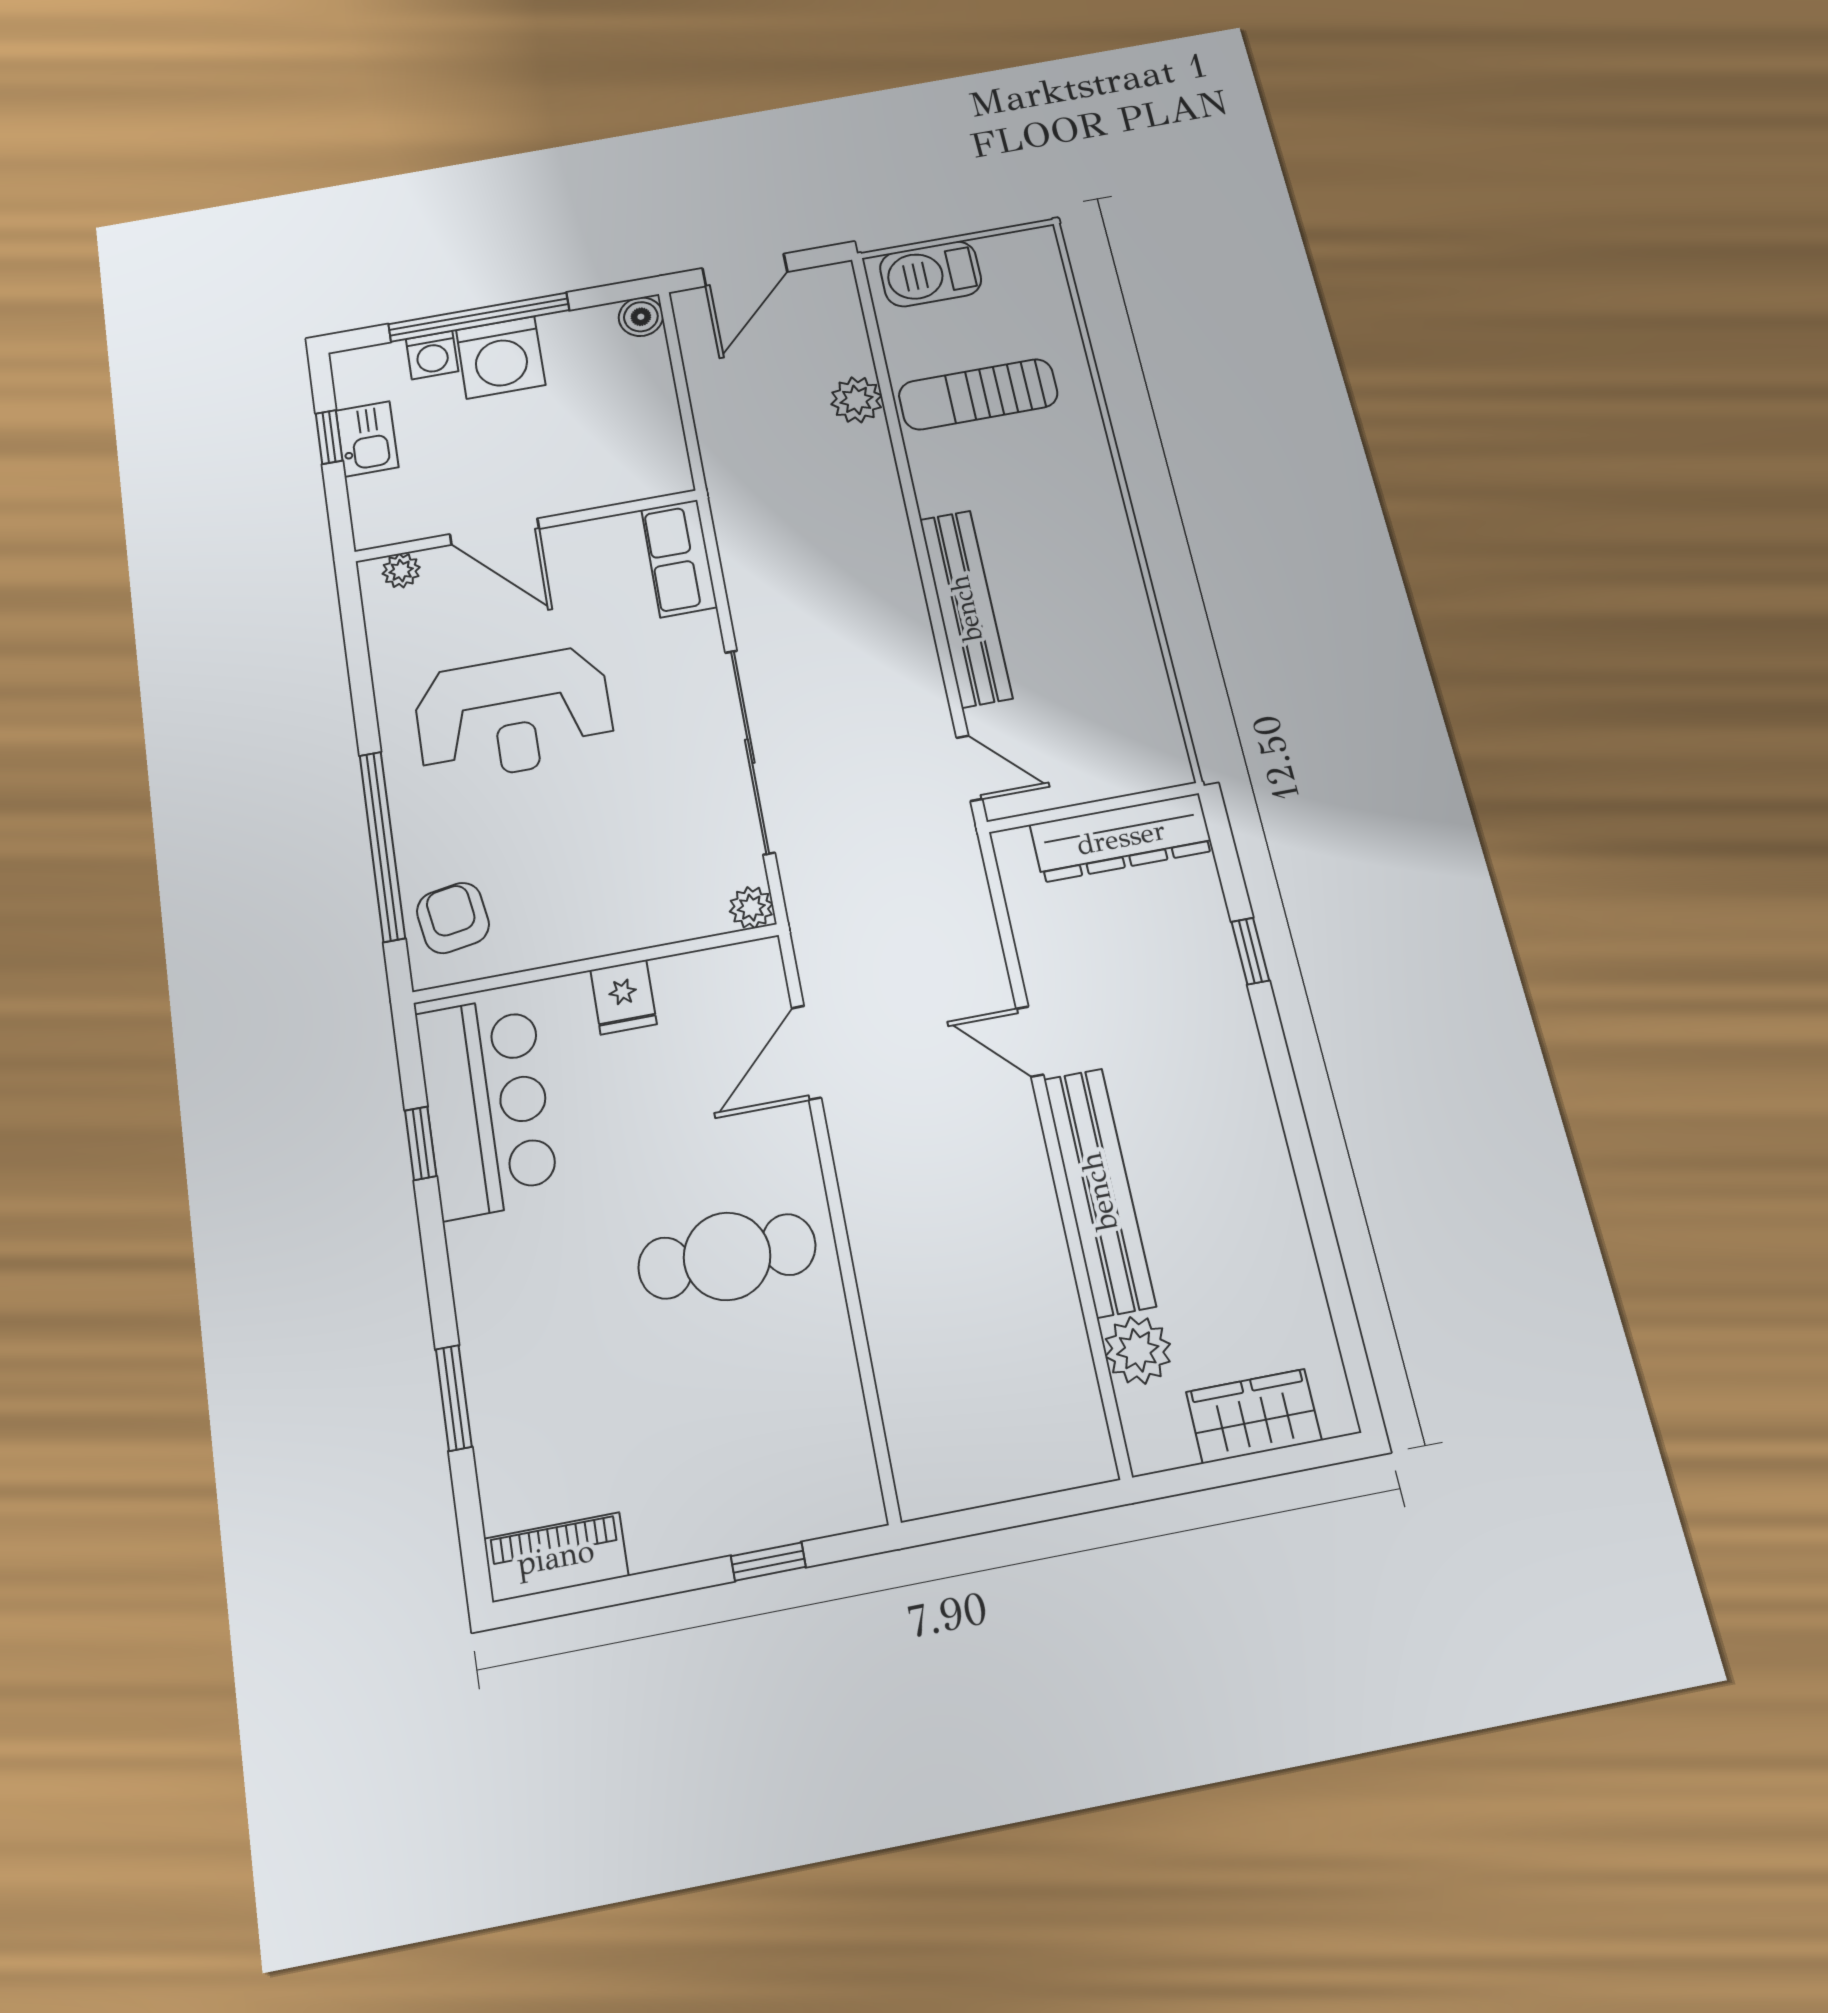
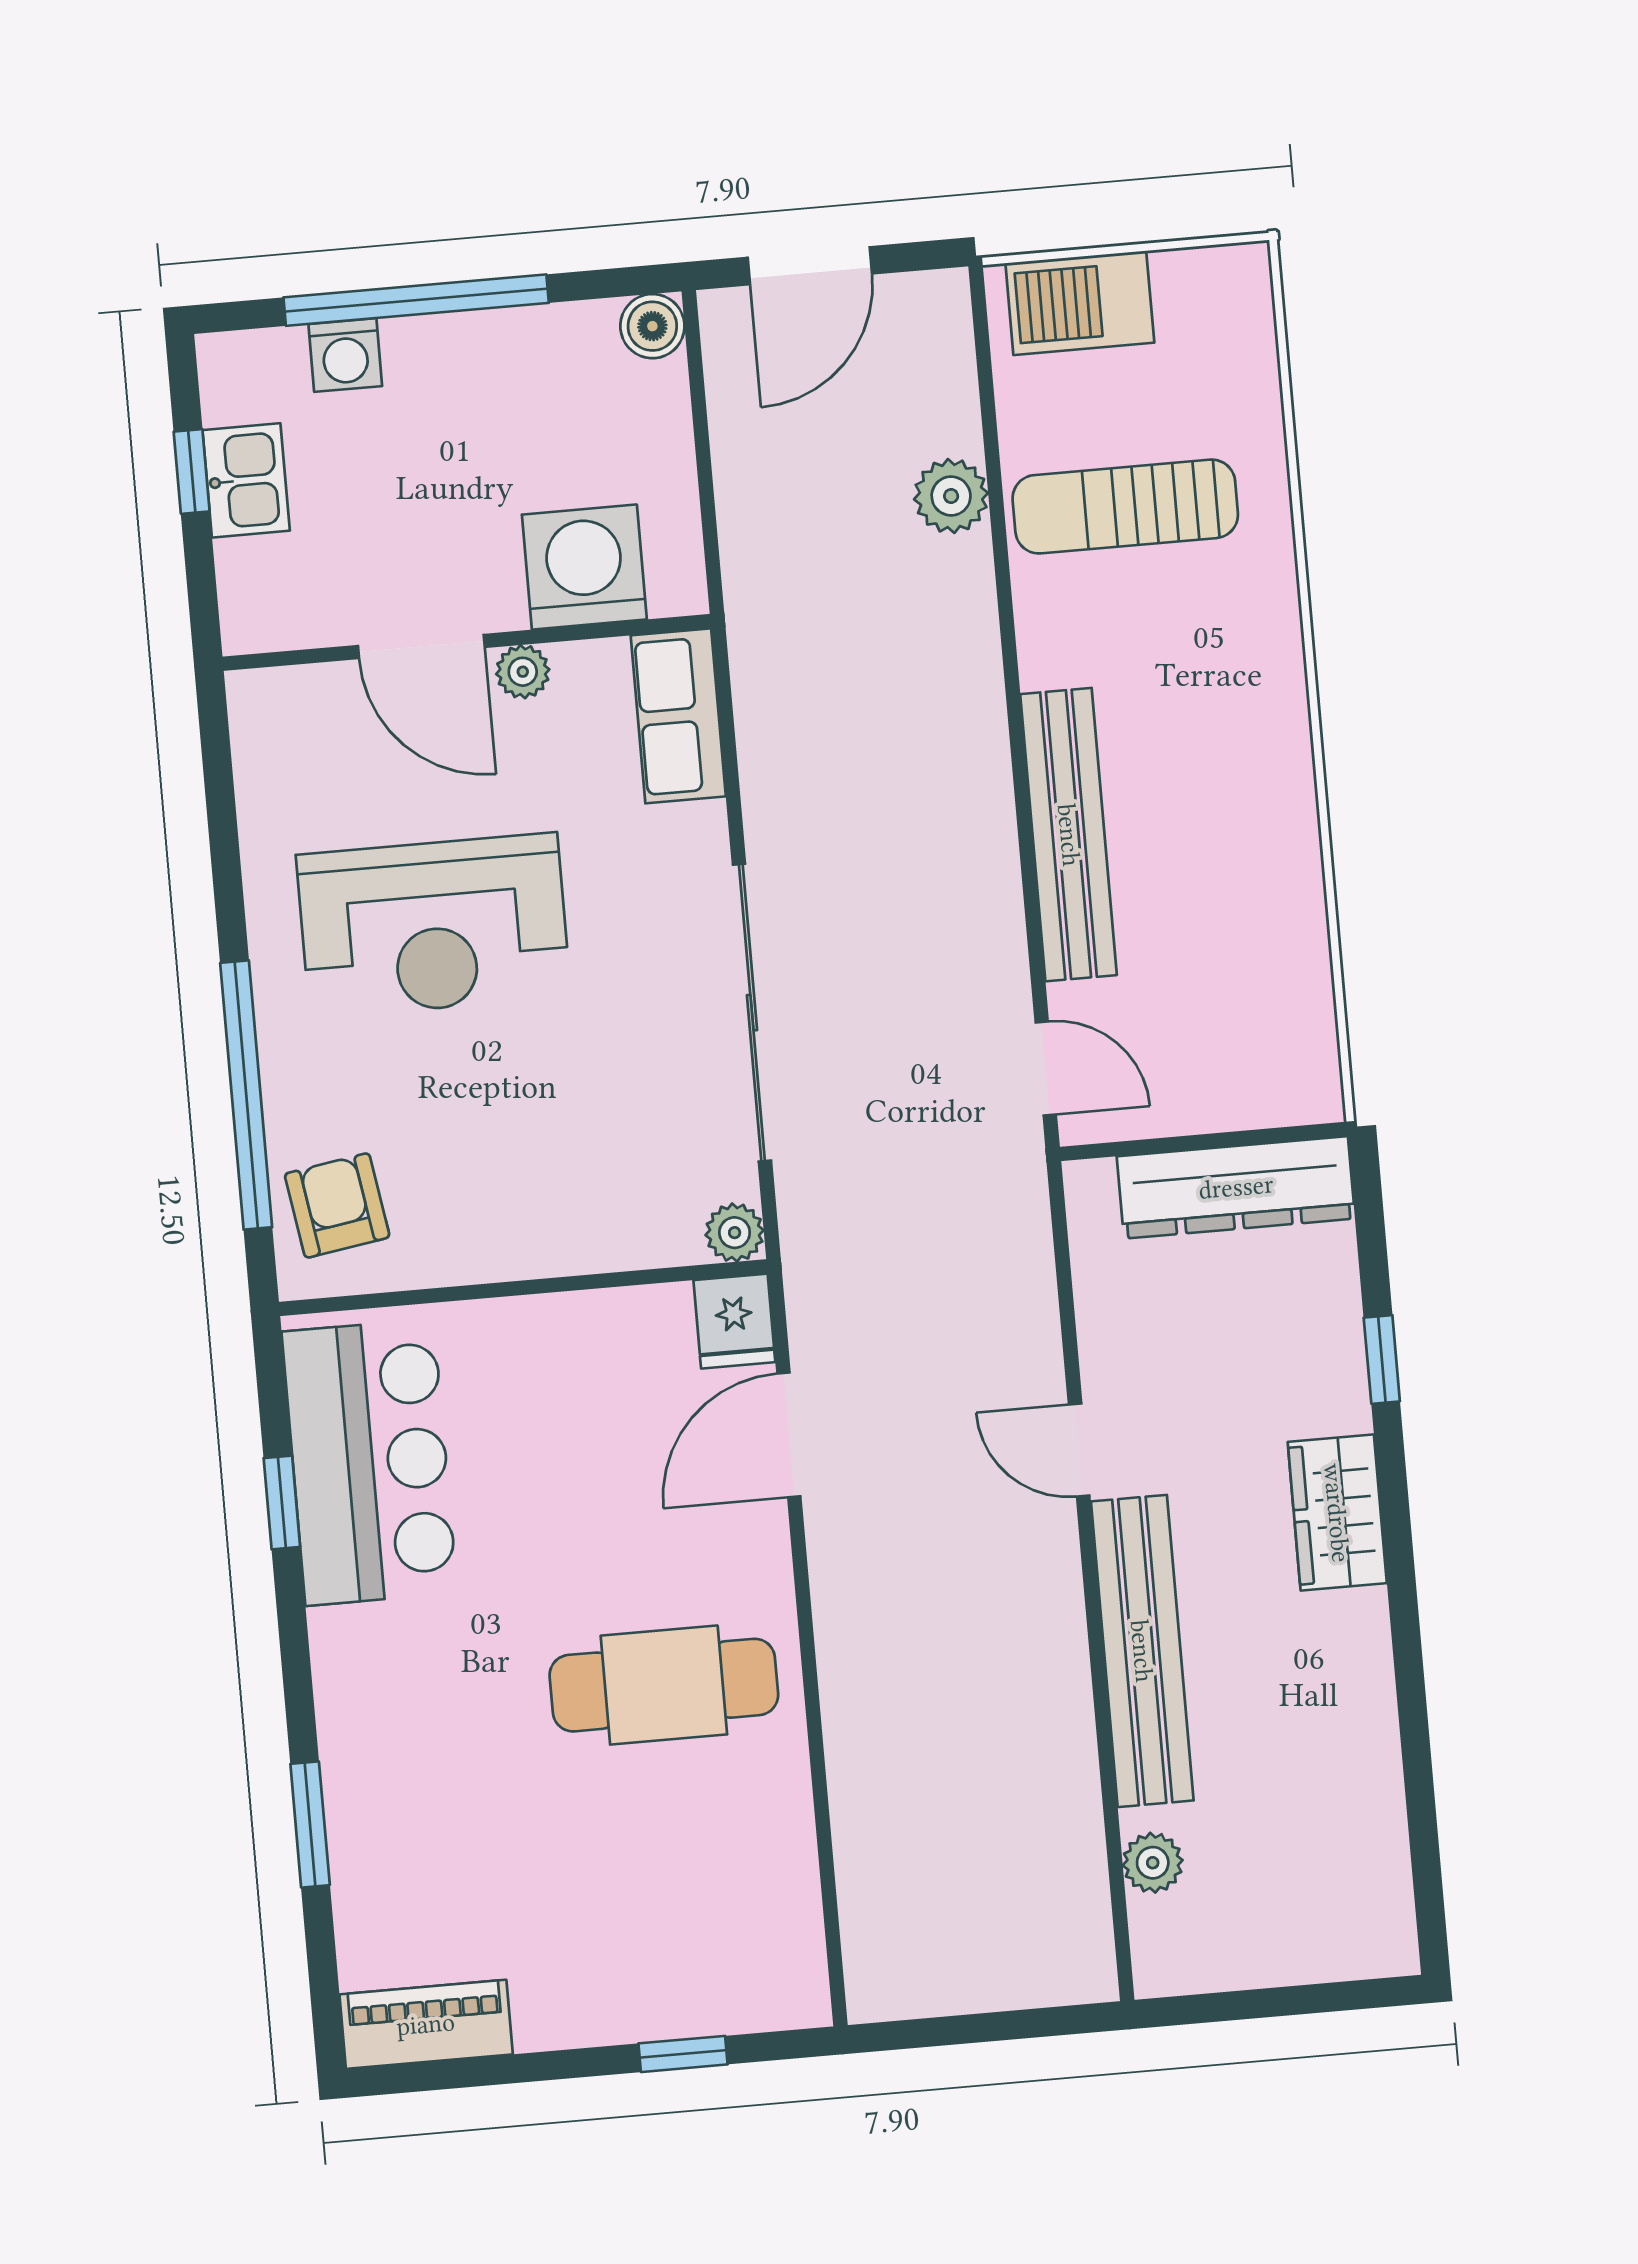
washing machine: (501, 357) -> (584, 567), moved, turned 180
plant: (401, 571) -> (523, 672), moved
fridge: (623, 997) -> (734, 1321), moved
plant: (1138, 1350) -> (1153, 1863), width x0.73, depth x0.73
wardrobe: (1254, 1416) -> (1337, 1513), moved, turned -90

